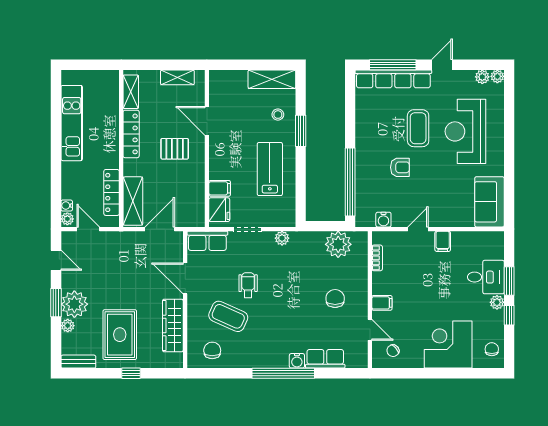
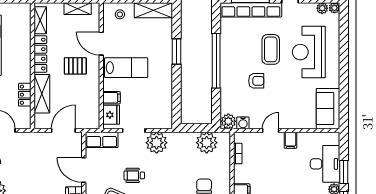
stool: (278, 115) -> (120, 14), moved
lab bench: (270, 169) -> (126, 68), moved, turned 90
window: (350, 182) -> (216, 61), moved
locker: (112, 192) -> (25, 95), width x0.66
shelving: (133, 201) -> (42, 94), moved
plant: (365, 218) -> (228, 121), added
plant: (282, 238) -> (157, 143), width x1.88, depth x1.88
desk: (486, 277) -> (325, 164), width x1.37
wheelchair: (248, 285) -> (134, 175), turned -90

